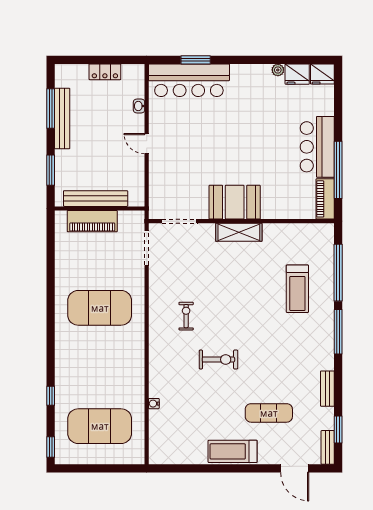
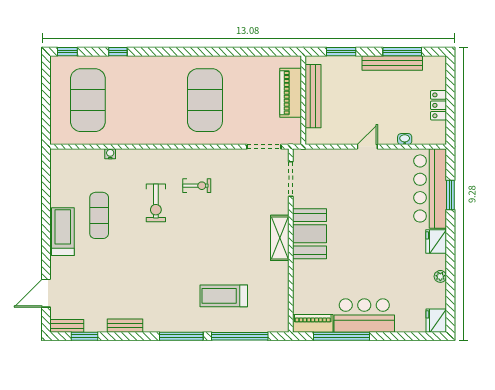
fridge: (297, 74) -> (436, 242), moved
exercise bike: (218, 360) -> (156, 203), moved
exercise mat: (269, 413) -> (99, 215), moved

